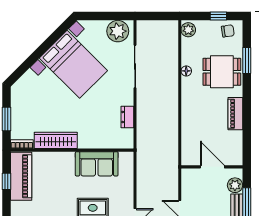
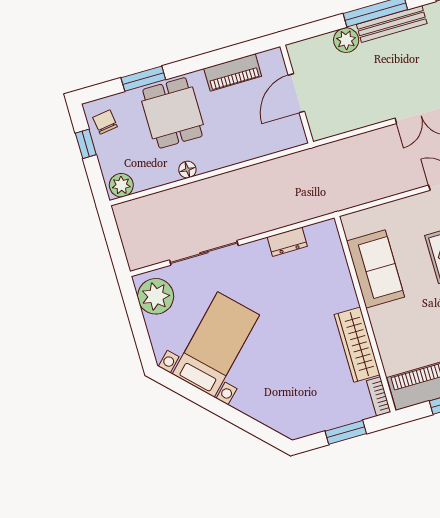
bed with nightstands: (73, 64) -> (216, 345), width x0.73
door: (212, 167) -> (296, 93), moved
wall: (212, 167) -> (297, 94), moved

